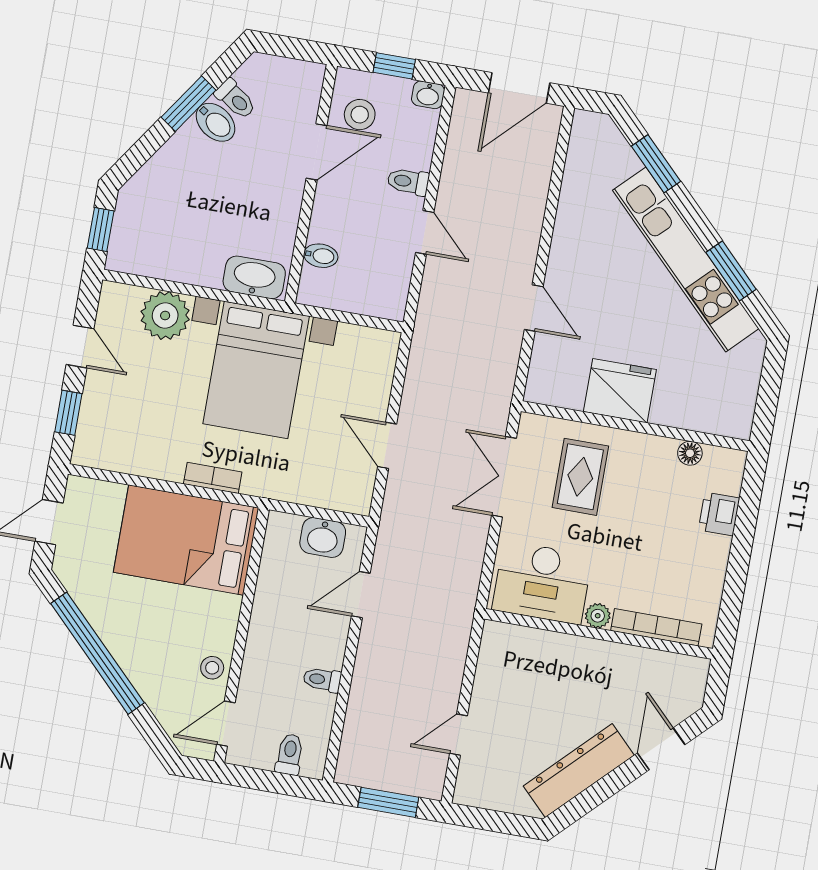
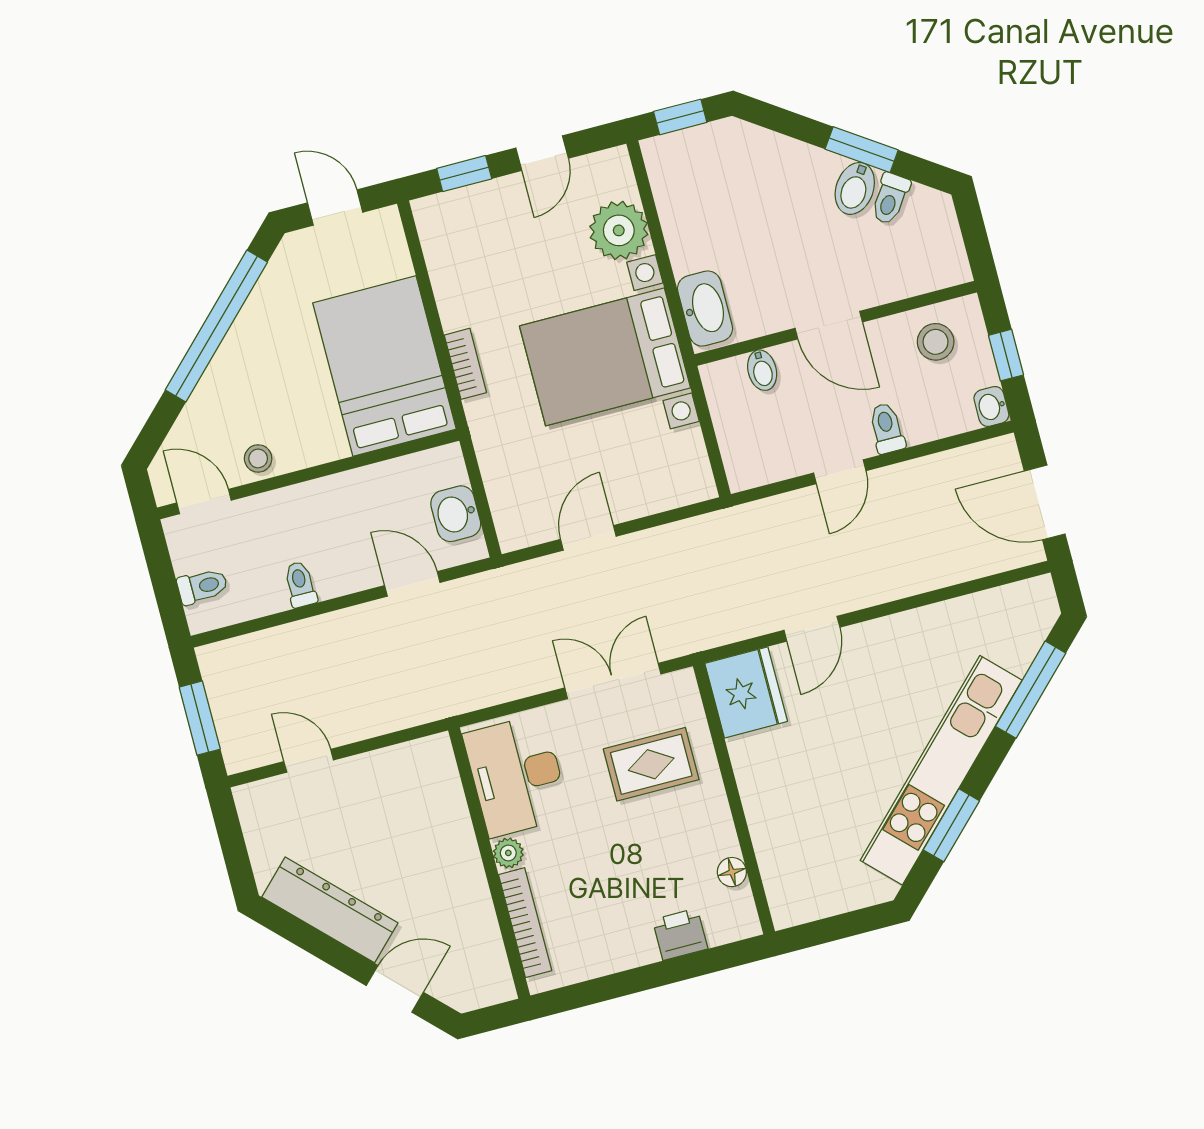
door: (317, 152) -> (829, 325), moved
window: (656, 164) -> (1031, 690), width x1.44
fridge: (620, 391) -> (746, 692), moved

